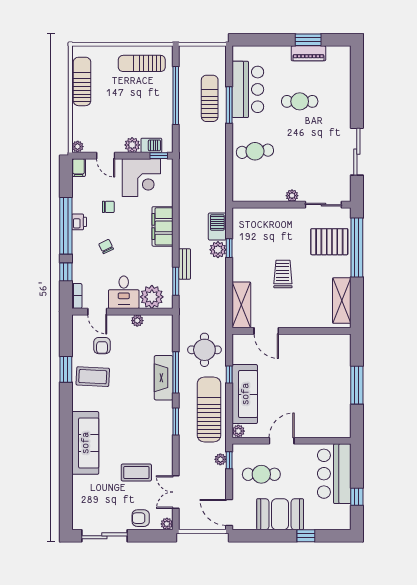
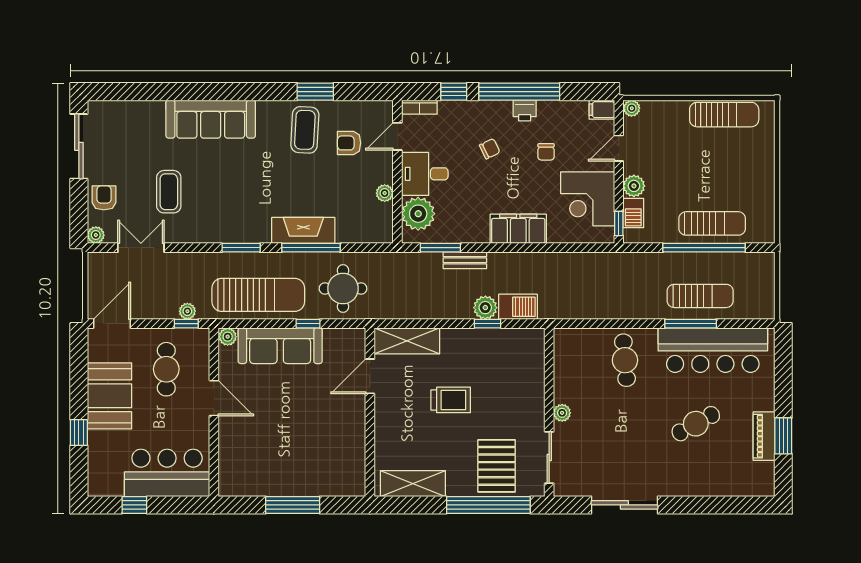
sun lounger: (142, 63) -> (712, 223), moved, turned 90
bar counter: (248, 89) -> (713, 350), width x1.36
cafe table: (300, 101) -> (696, 424), turned 61

